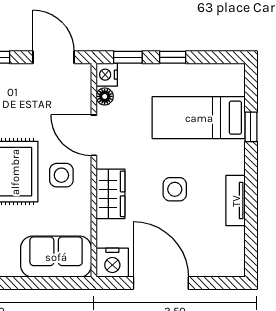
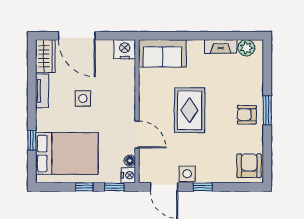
bed: (199, 118) -> (67, 153), width x1.50
side table: (61, 175) -> (187, 174), moved
wardrobe: (111, 194) -> (45, 56), moved, turned 180
door: (161, 283) -> (77, 36), moved

